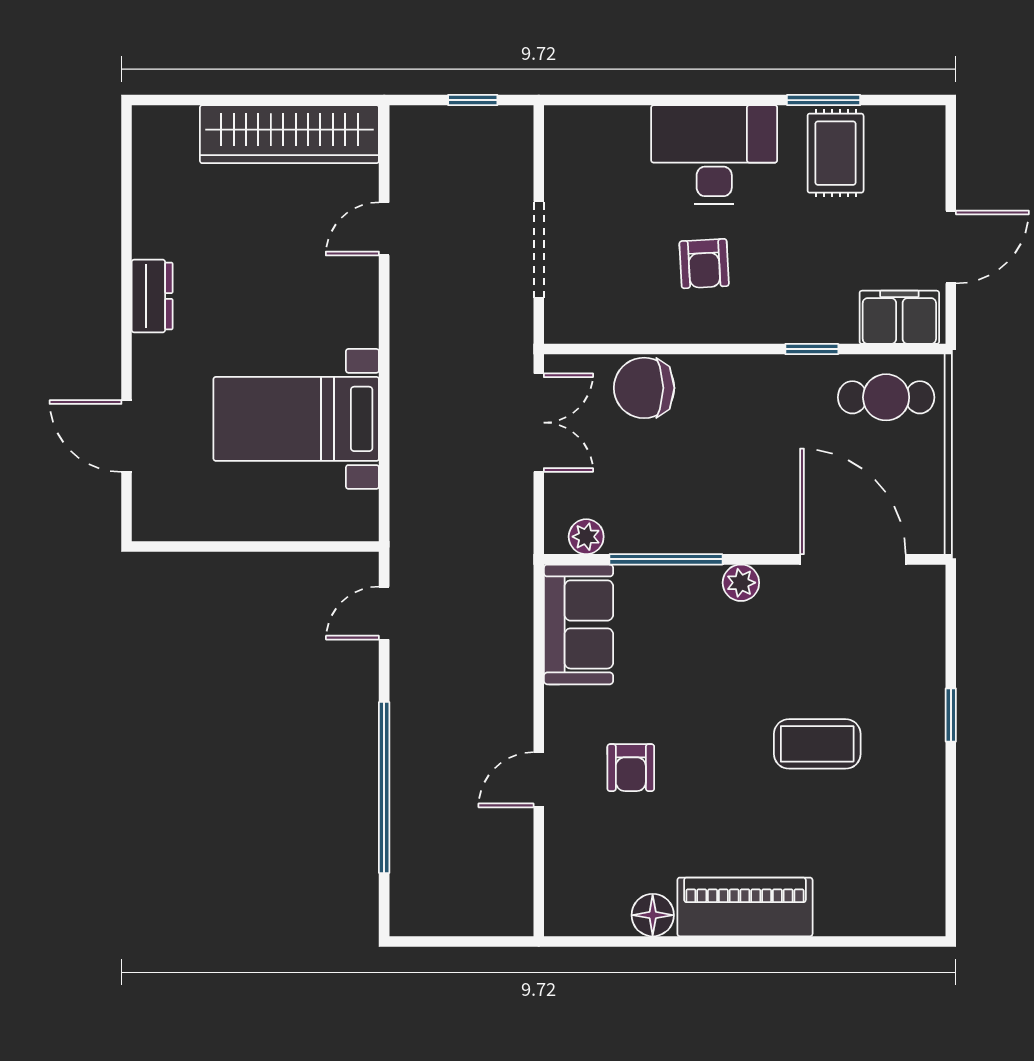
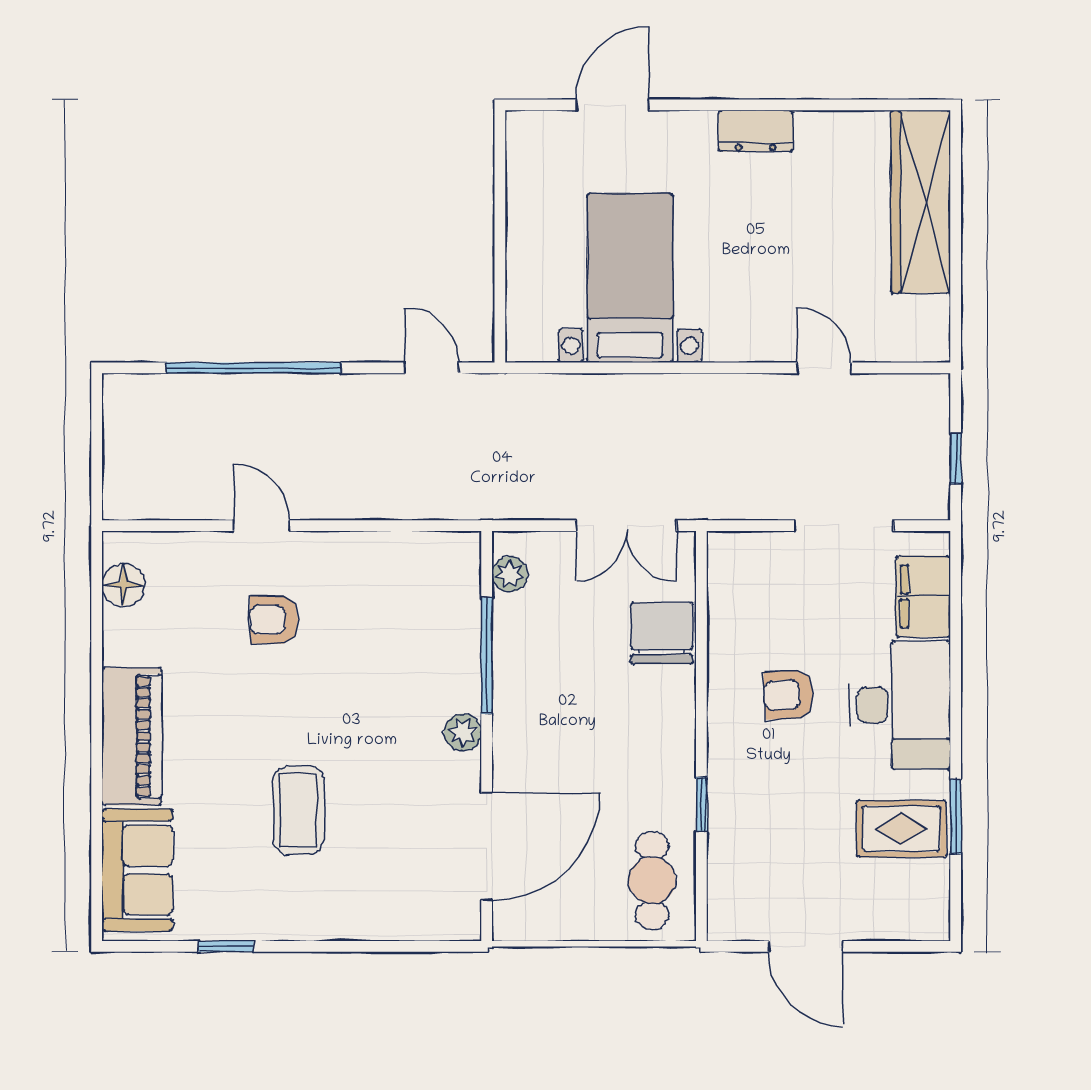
wardrobe: (289, 134) -> (921, 202), moved
doorway: (539, 250) -> (844, 526), moved
filing cabinet: (899, 317) -> (923, 596), moved, turned 180
sofa: (578, 624) -> (137, 870), moved, turned -90
window: (951, 715) -> (226, 946), moved
floor lamp: (653, 915) -> (124, 585), moved

